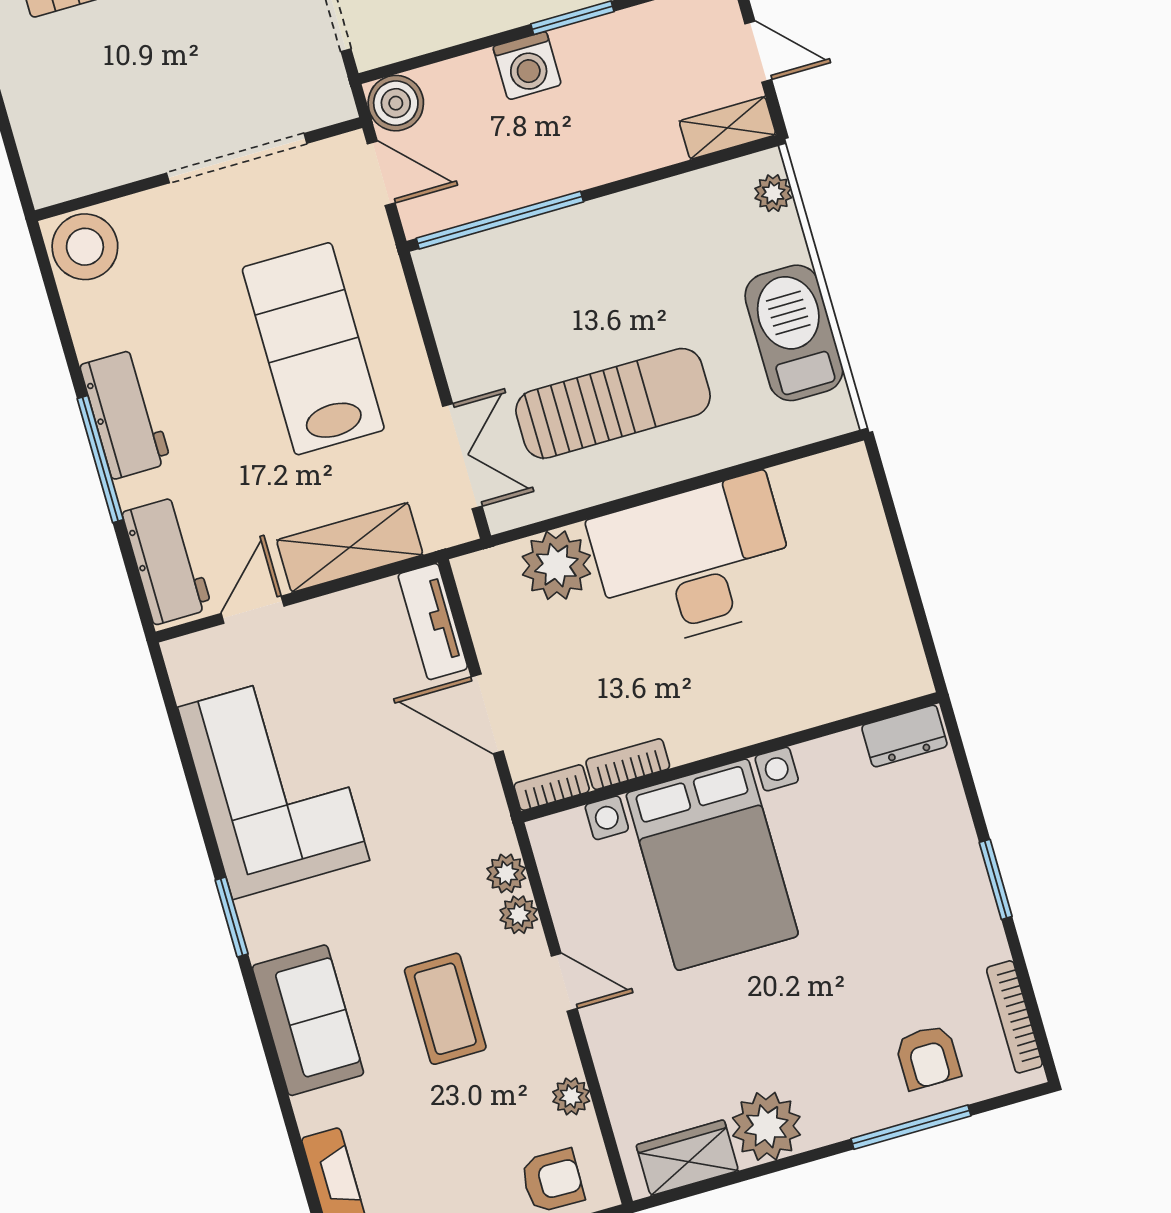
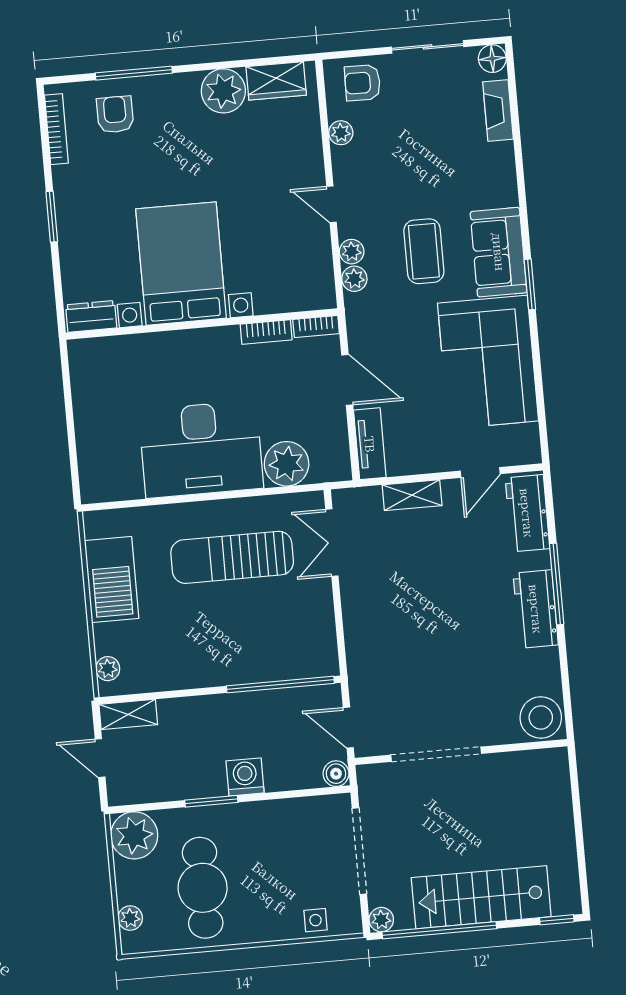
boiler: (396, 103) -> (336, 774), width x0.73, depth x0.73
lab bench: (313, 349) -> (411, 627), removed
shelving: (350, 547) -> (412, 495), width x0.67, depth x0.75
bed with nightstands: (712, 865) -> (181, 264), moved
coffee table: (445, 1009) -> (424, 251), moved
sofa: (308, 1020) -> (499, 252), moved

